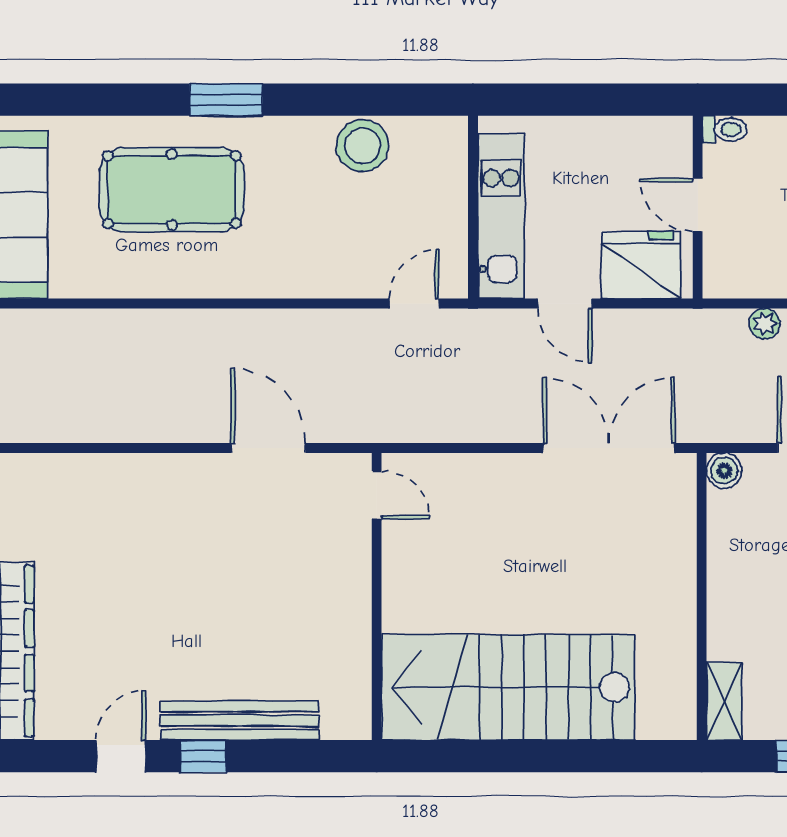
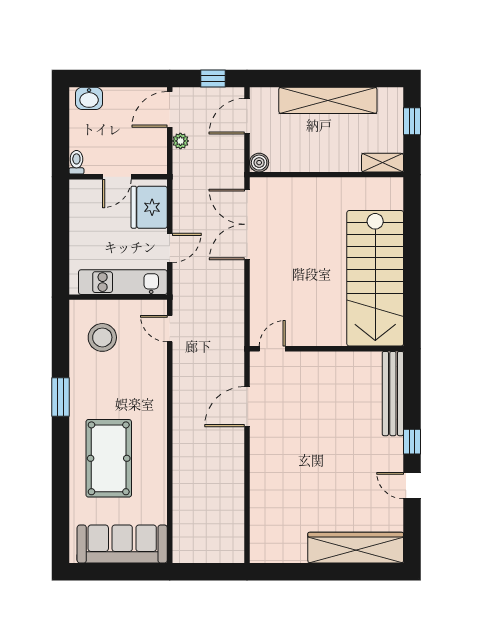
window: (226, 100) -> (61, 397), moved
stool: (363, 146) -> (102, 337), moved
bench: (240, 720) -> (393, 394), moved

